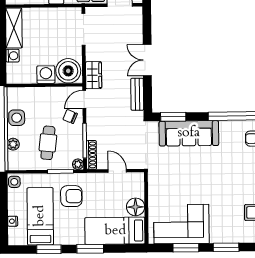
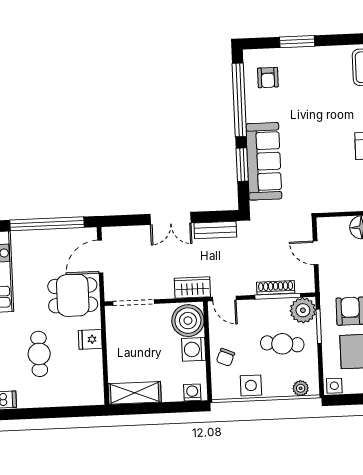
washing machine: (13, 56) -> (192, 392), moved
chair: (70, 117) -> (225, 357), moved
window: (173, 117) -> (242, 165), moved
plant: (13, 144) -> (301, 388), moved
shoe rack: (91, 155) -> (276, 288), moved
plant: (78, 164) -> (303, 310), width x1.87, depth x1.87
door: (117, 171) -> (316, 253), hinge flipped

